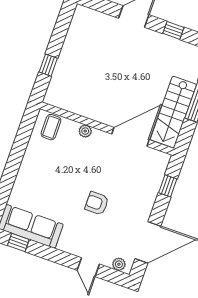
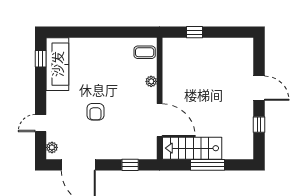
armchair: (97, 203) -> (95, 112), turned 180

